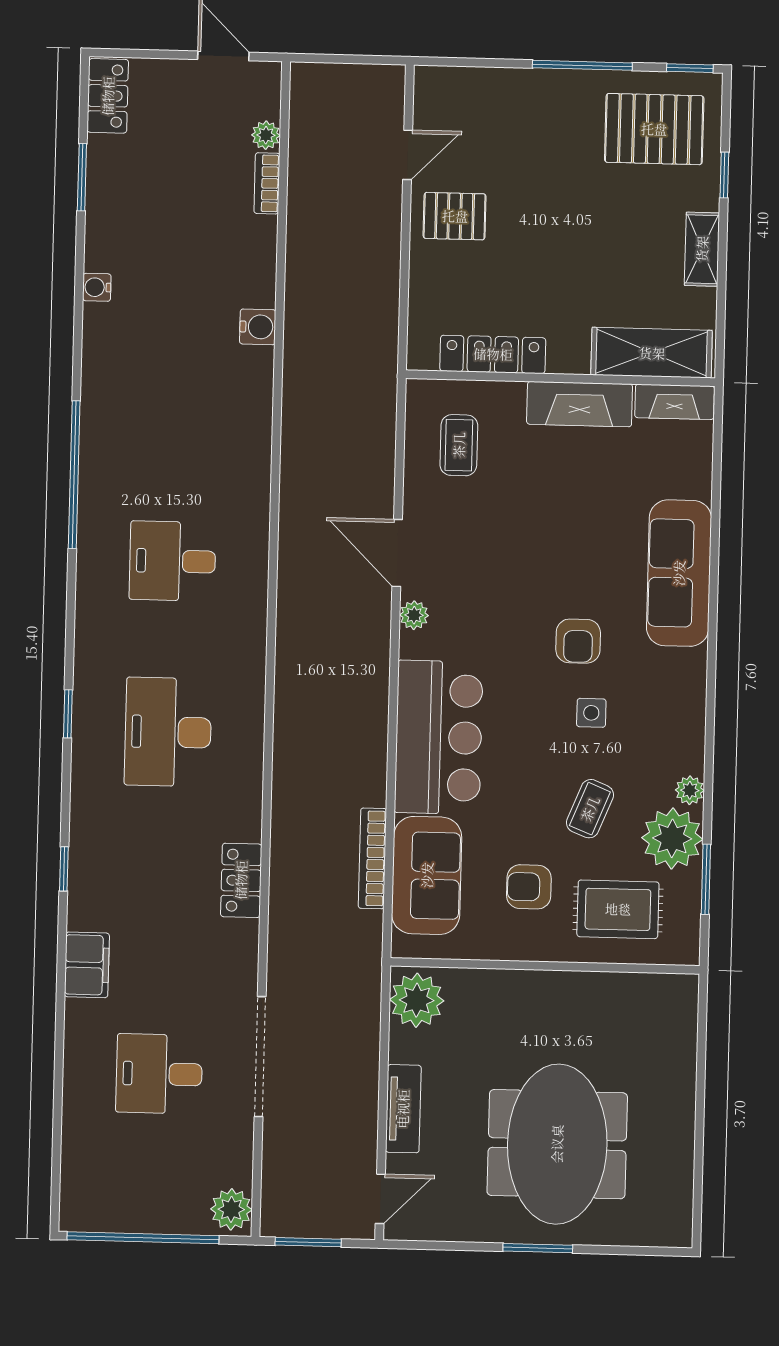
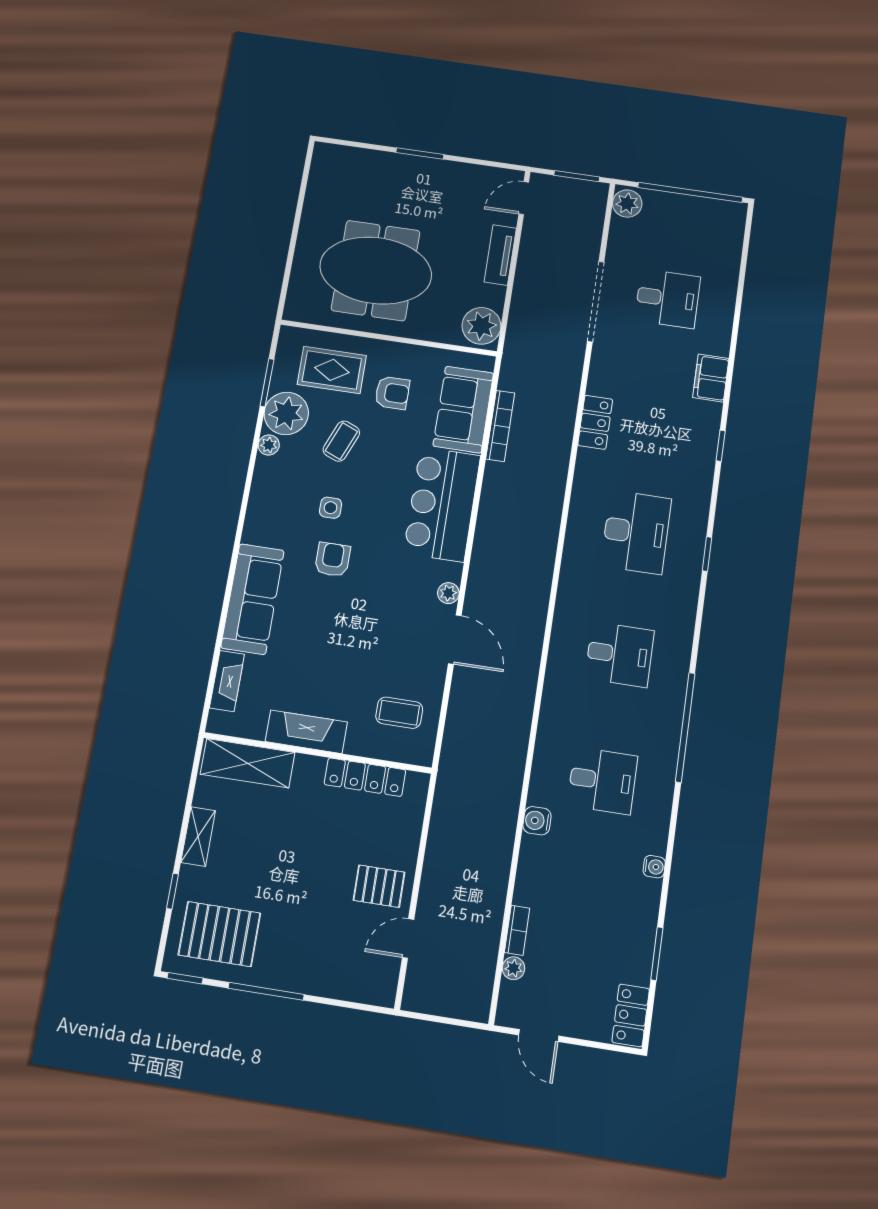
desk: (177, 390) -> (602, 781), added
fireplace: (675, 402) -> (227, 681), moved, turned 90
coffee table: (459, 445) -> (399, 713), turned 90
meeting table: (557, 1144) -> (376, 270), moved, turned 90

